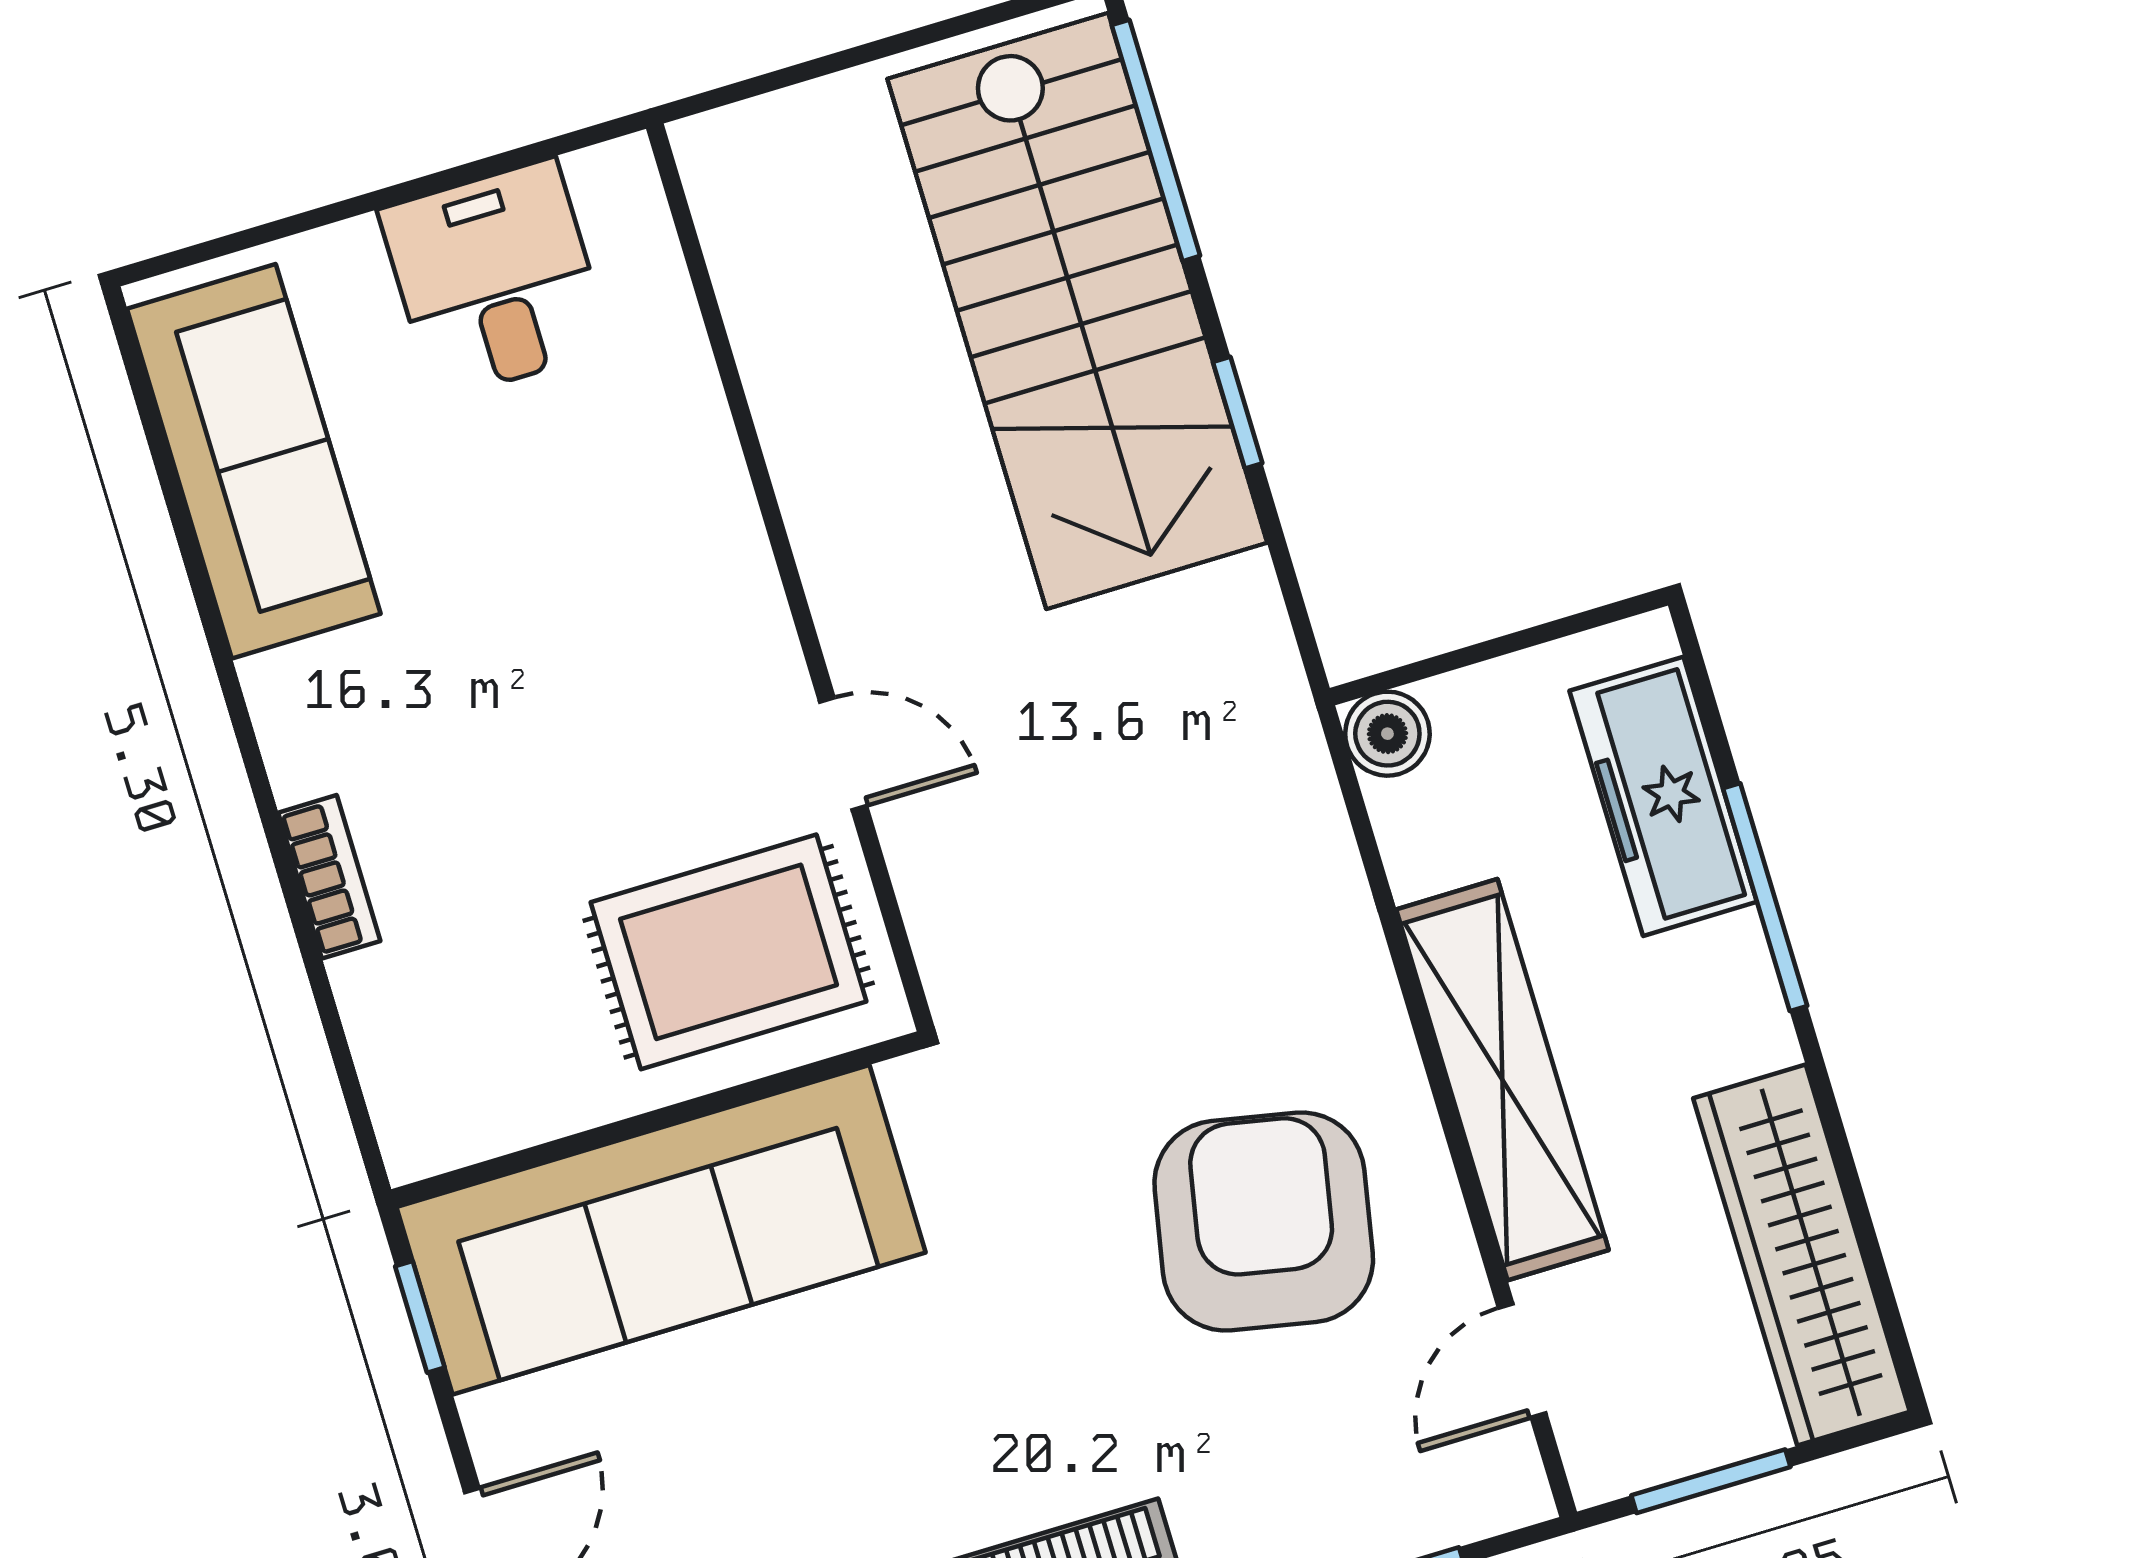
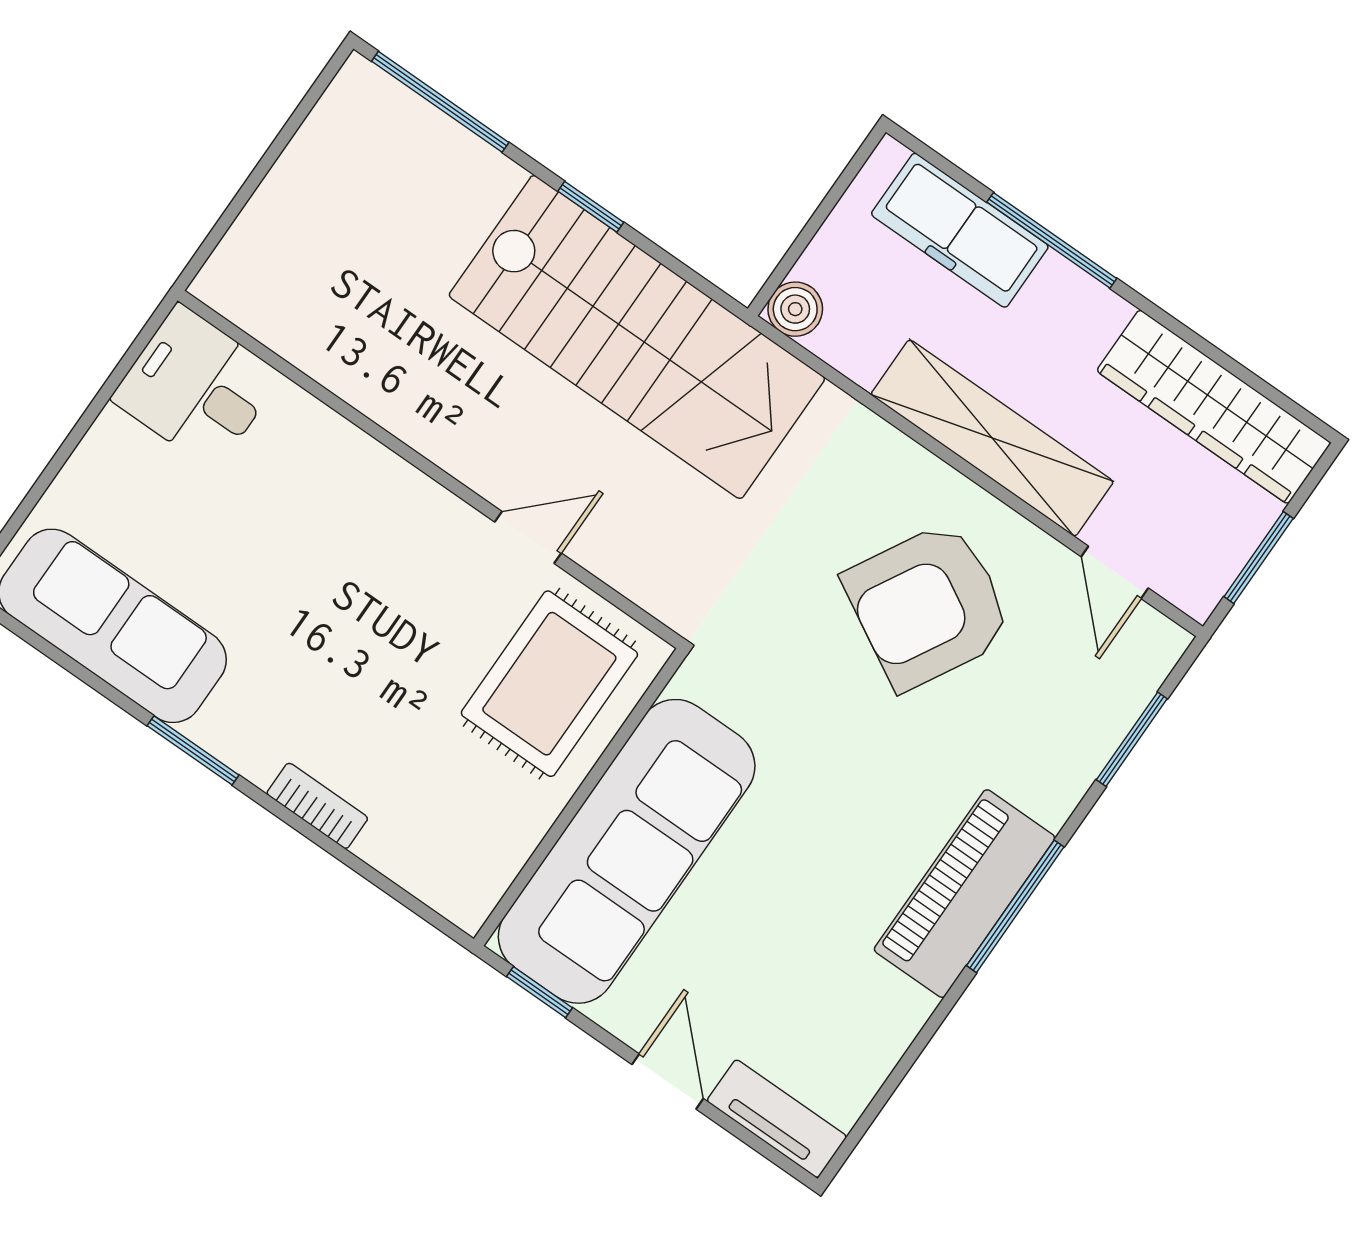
desk: (495, 279) -> (197, 387), moved
stairs: (1077, 311) -> (637, 337), moved
window: (232, 690) -> (193, 750), added
armchair: (1264, 1222) -> (928, 606), turned -72

